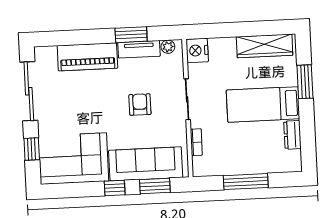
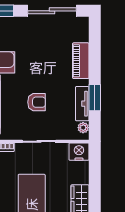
piano: (87, 57) -> (81, 61), width x0.73, depth x0.75

